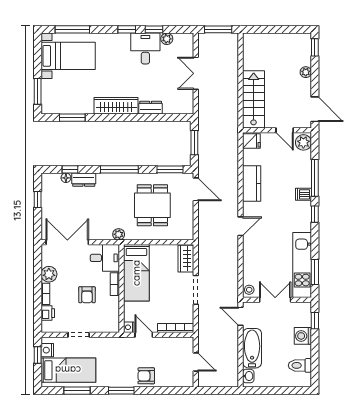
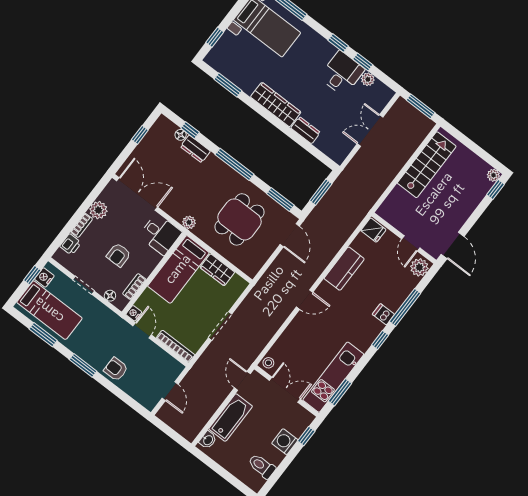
plant: (306, 72) -> (493, 175), moved
window: (38, 91) -> (215, 37), width x0.67
stairs: (254, 99) -> (427, 165), moved
wardrobe: (186, 259) -> (217, 270), moved, turned -90
bookcase: (115, 284) -> (134, 287), moved
floor lamp: (103, 328) -> (110, 296), added

